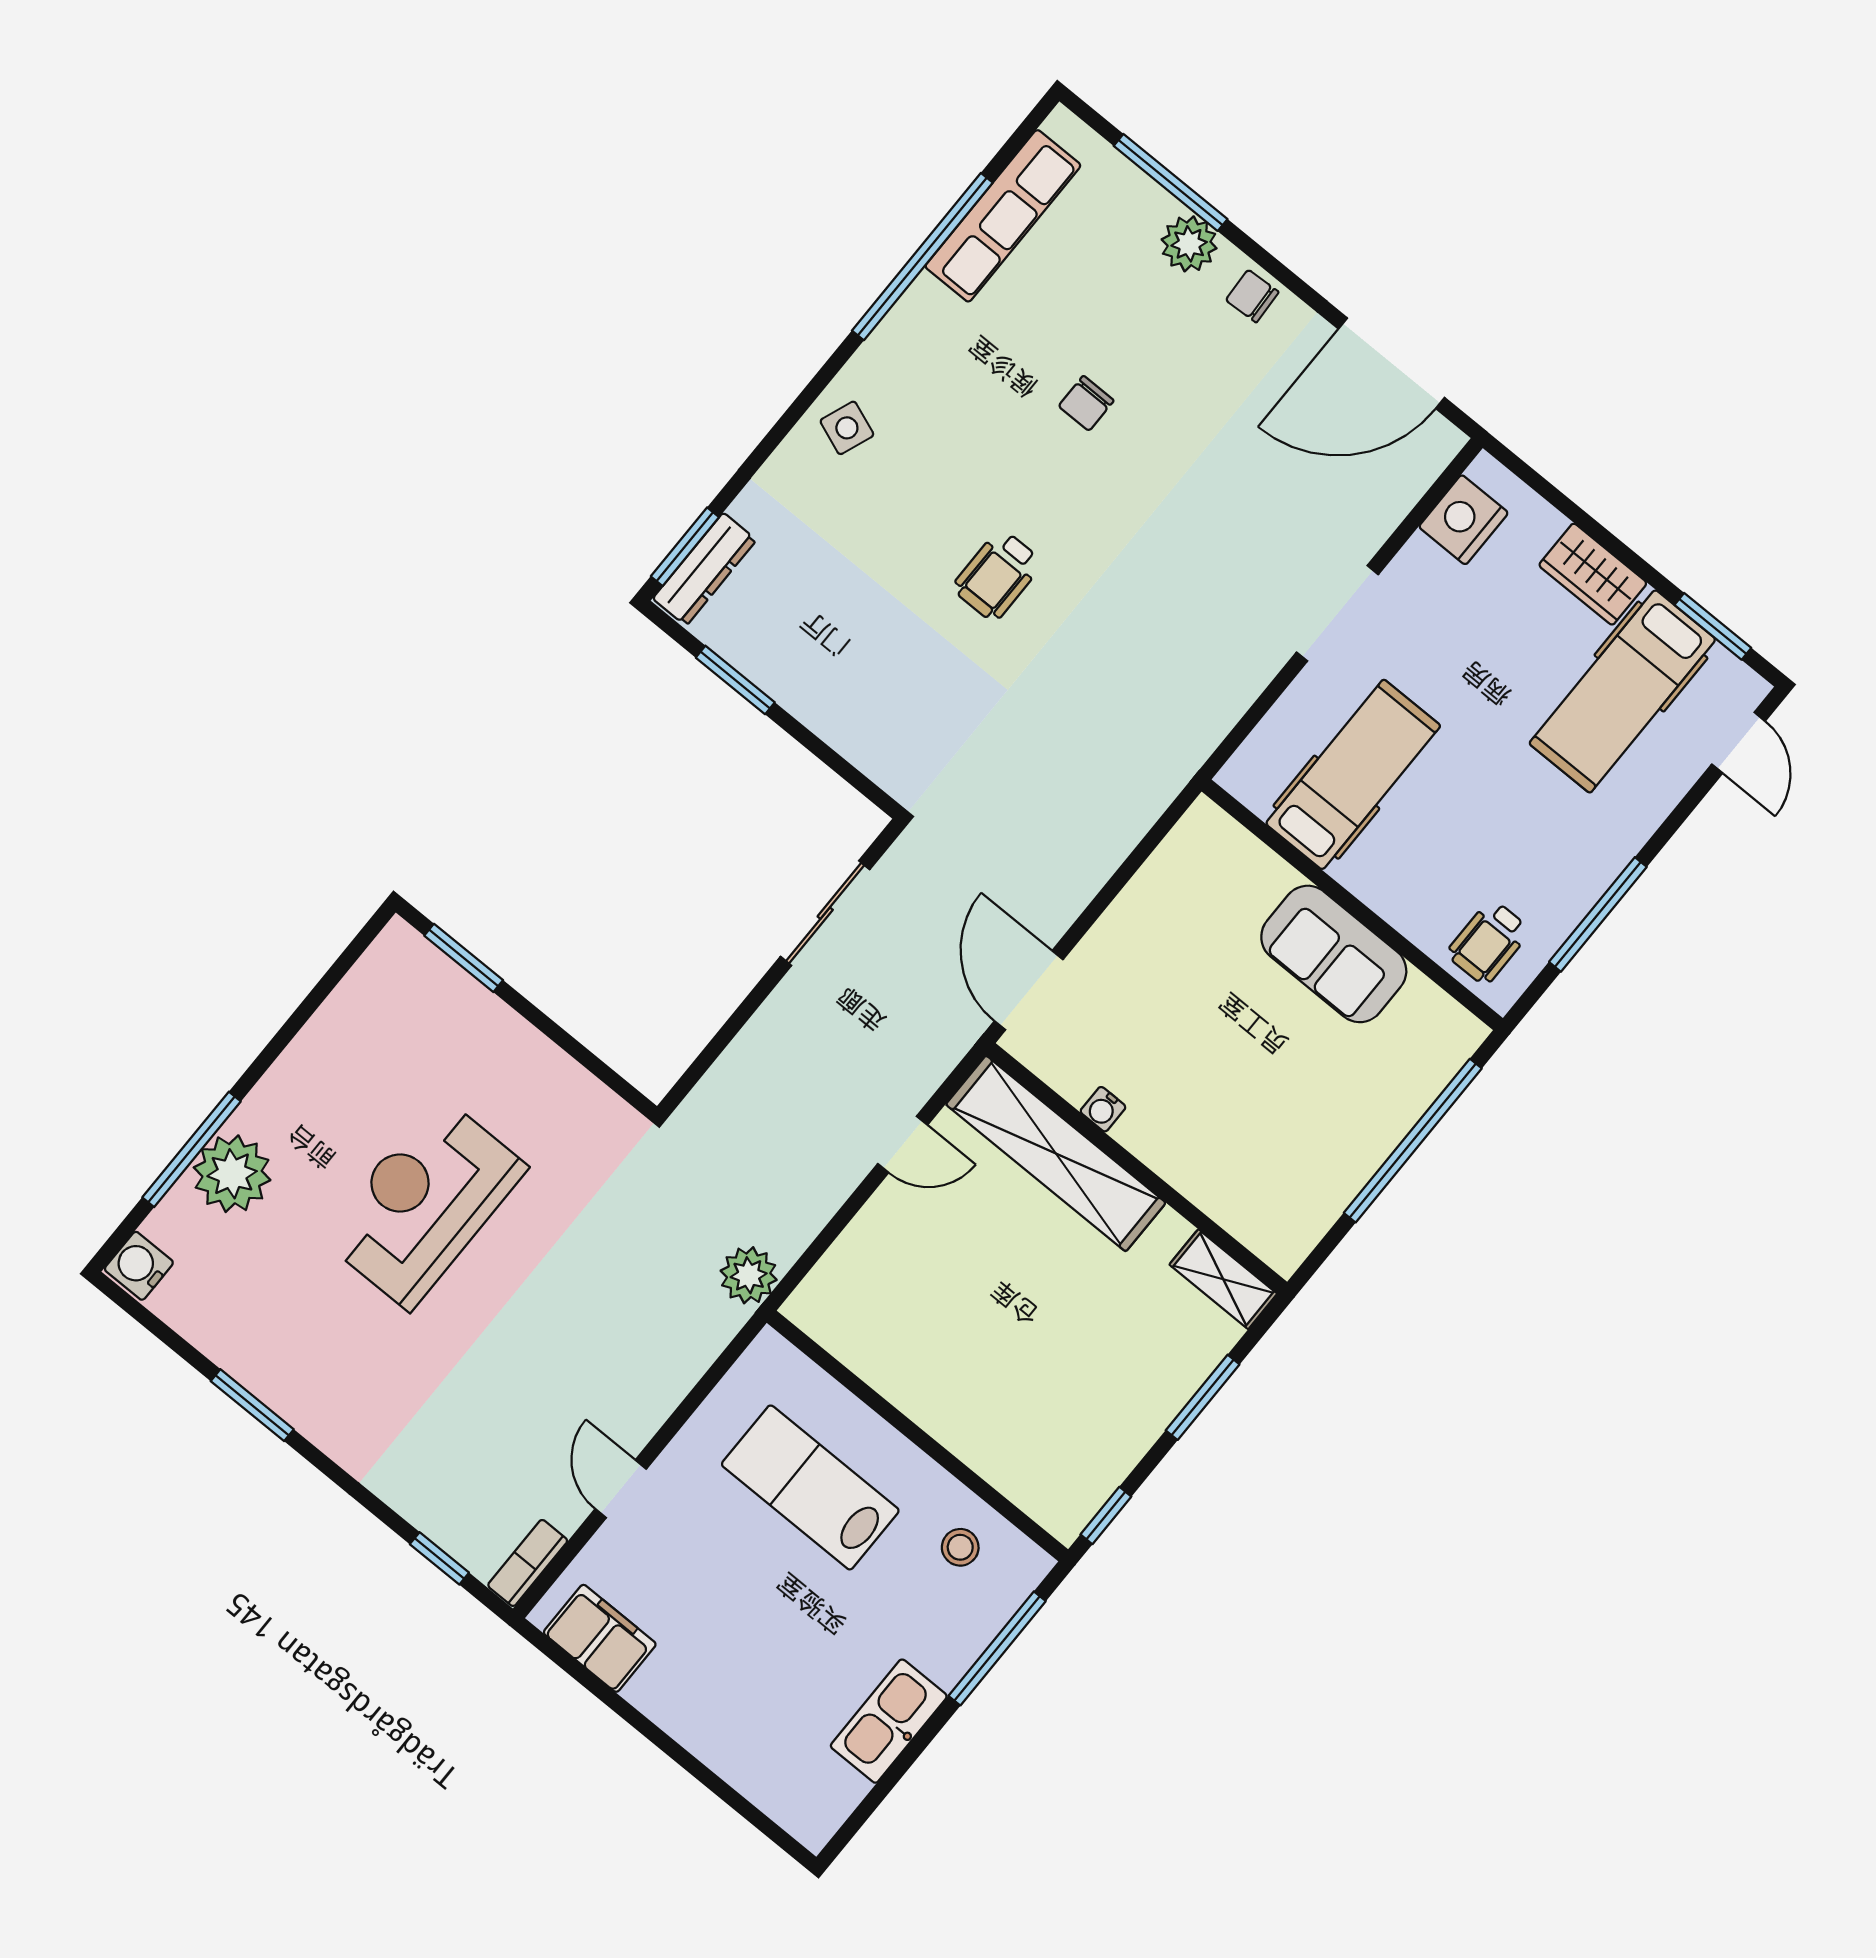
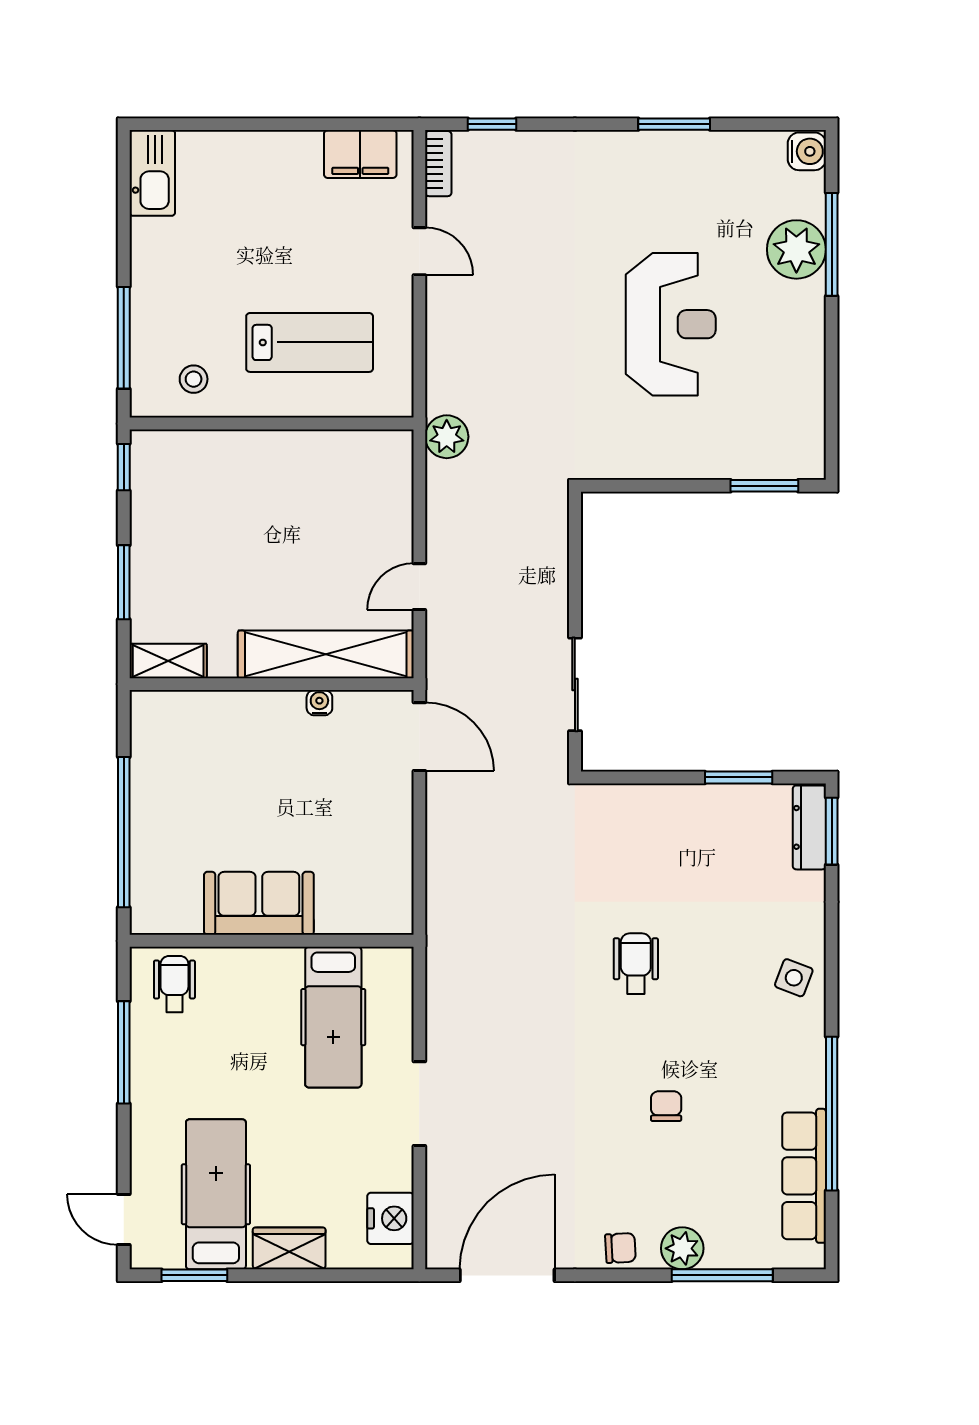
kitchen sink: (889, 1721) -> (152, 173), moved

